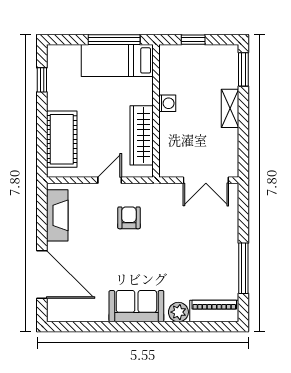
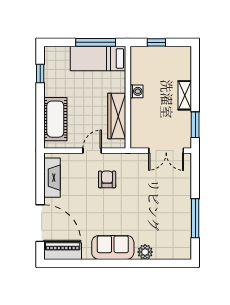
window: (243, 69) -> (195, 125), moved
piano: (214, 311) -> (63, 251), moved

